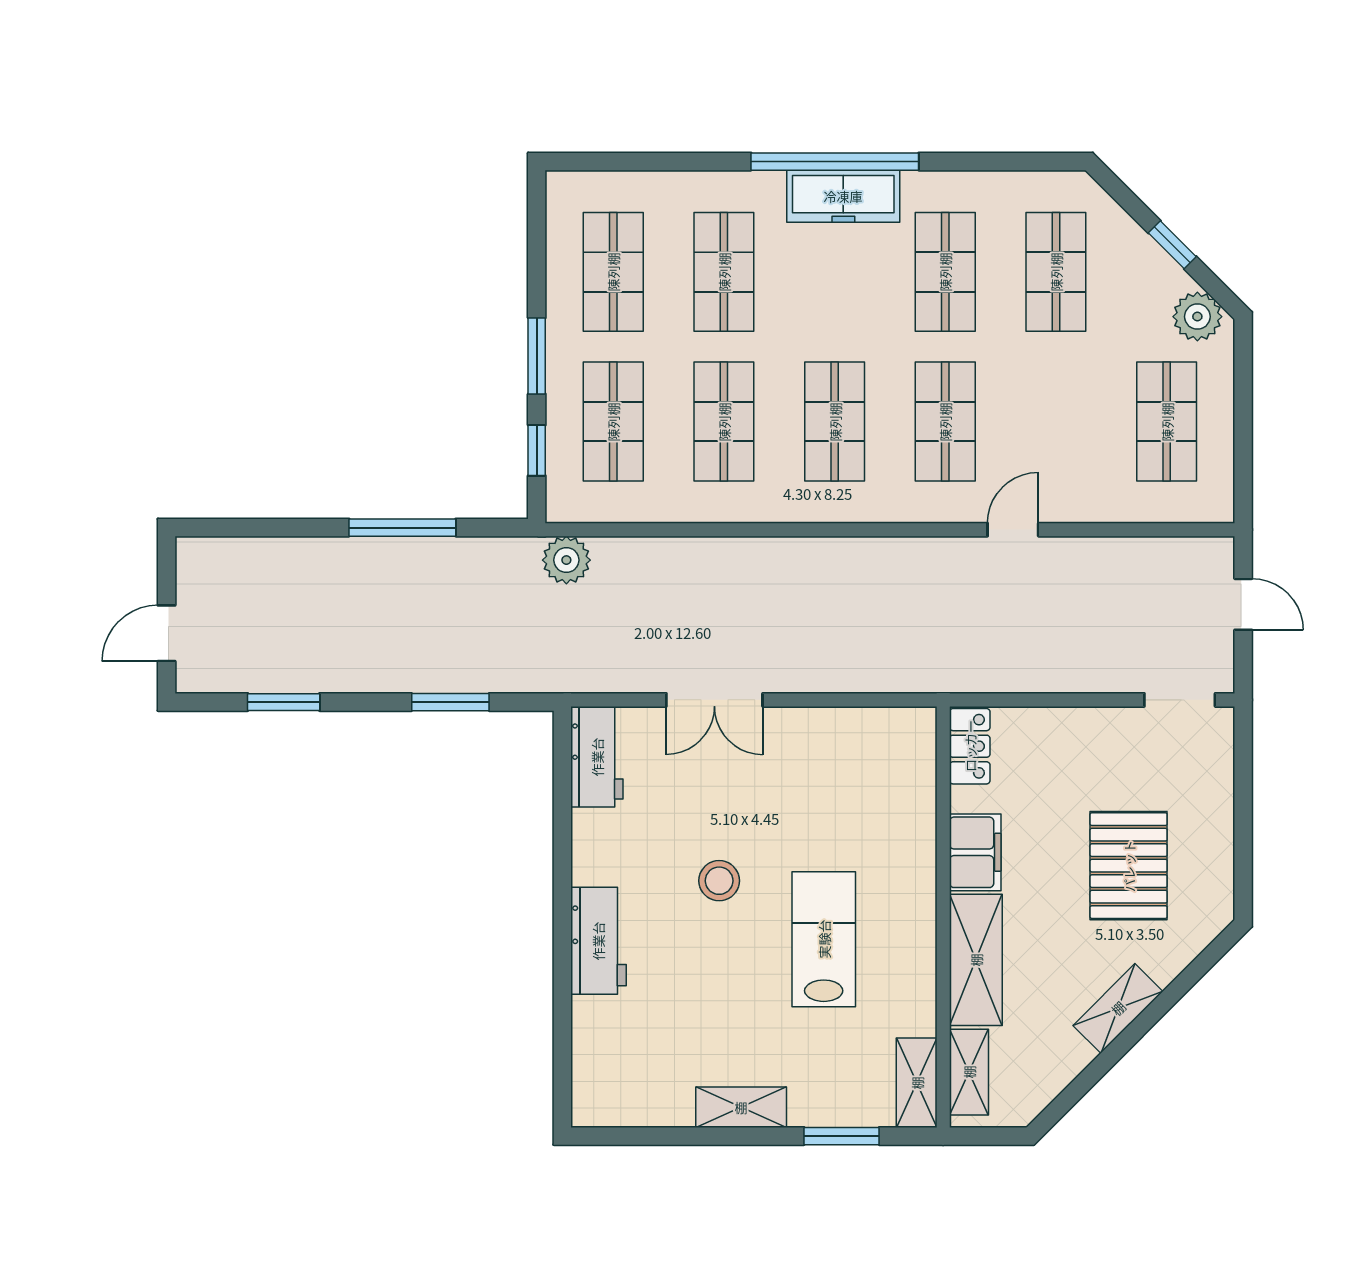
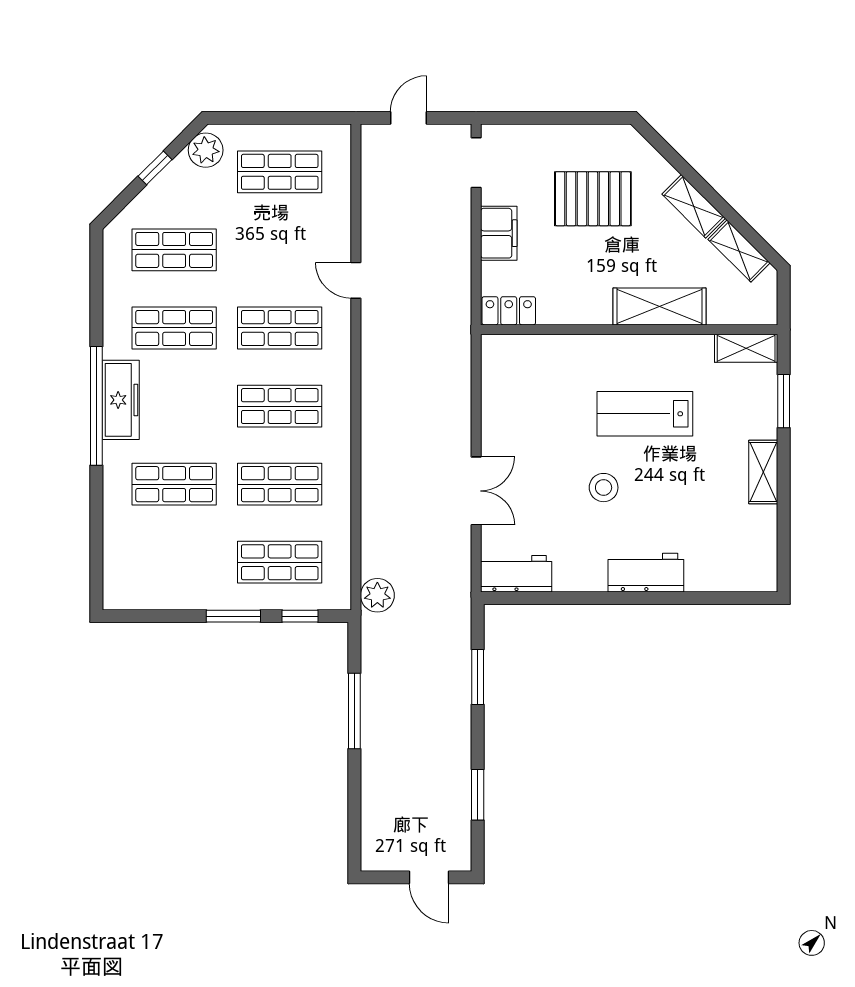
shop shelf: (613, 272) -> (174, 562), removed
filing cabinet: (975, 852) -> (499, 233), moved, turned 90
shelving: (969, 1072) -> (739, 251), moved, turned 45

